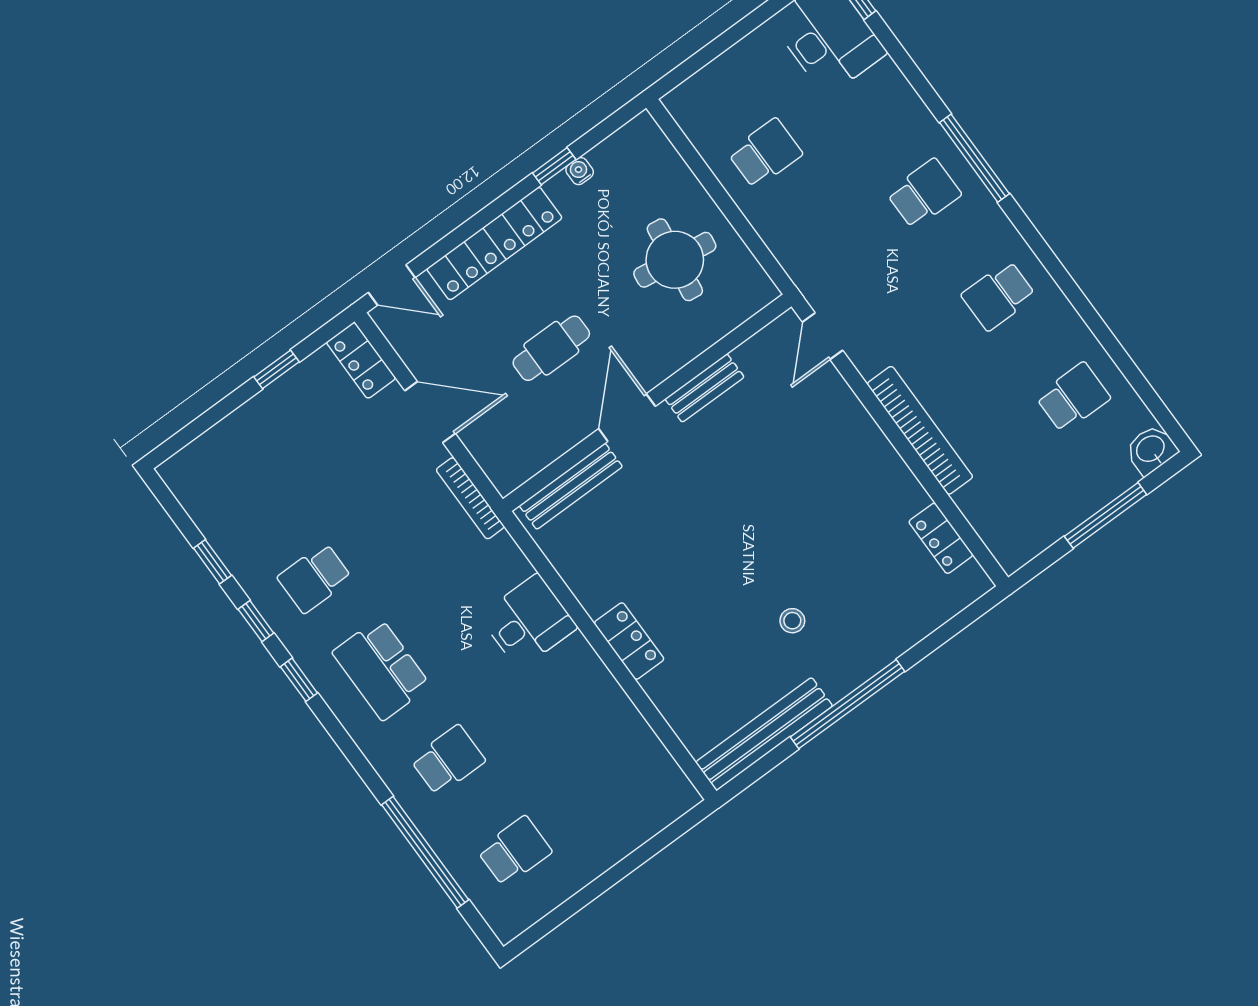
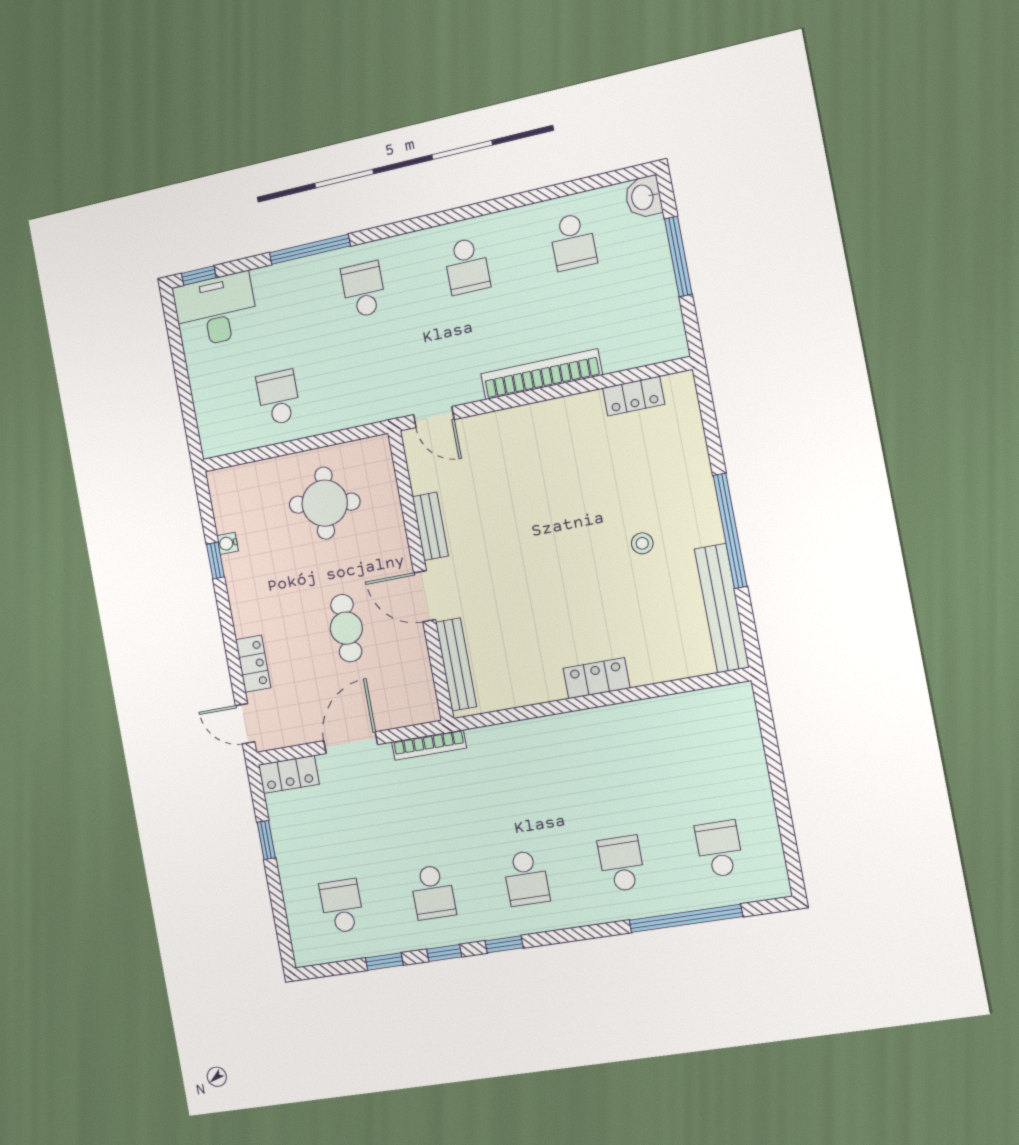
window: (974, 158) -> (310, 249), moved
locker: (494, 243) -> (253, 664), width x0.46, depth x0.83
door: (392, 285) -> (245, 724), swing flipped
school desk: (1073, 397) -> (573, 242), turned 180
school desk: (248, 487) -> (342, 906), added
desk: (528, 622) -> (544, 748), removed
school desk: (381, 669) -> (526, 878), width x0.54

